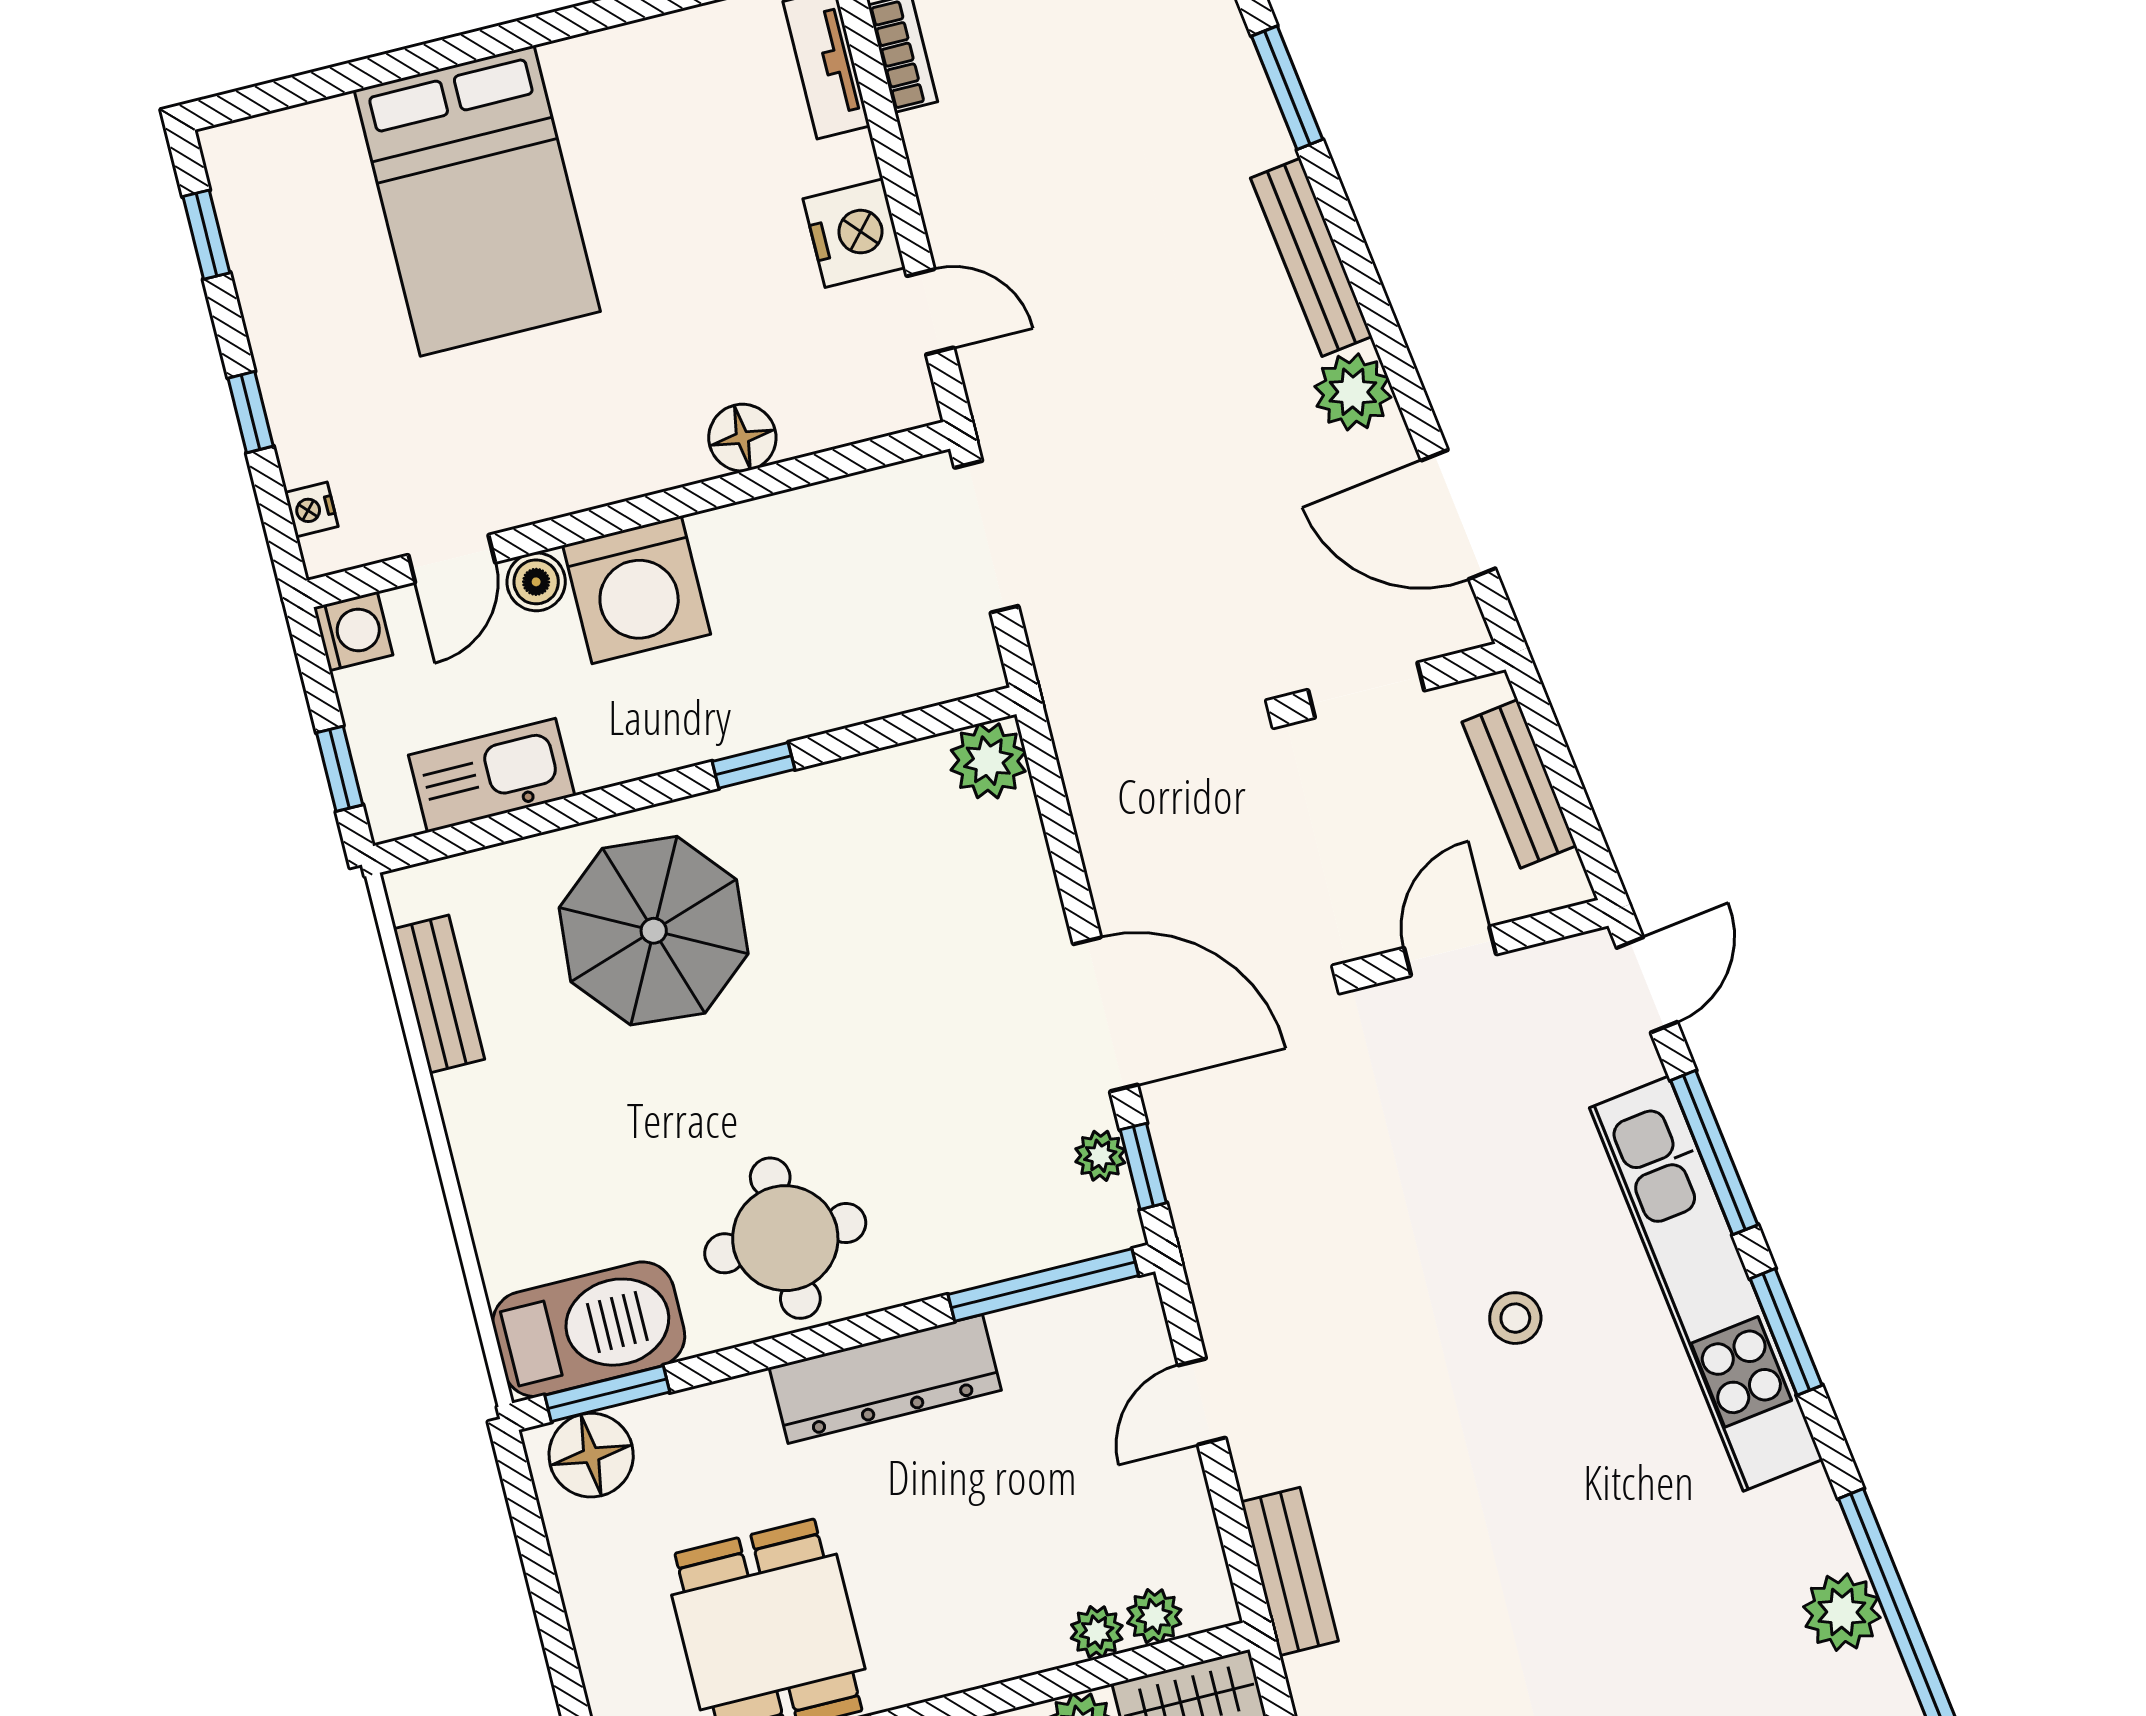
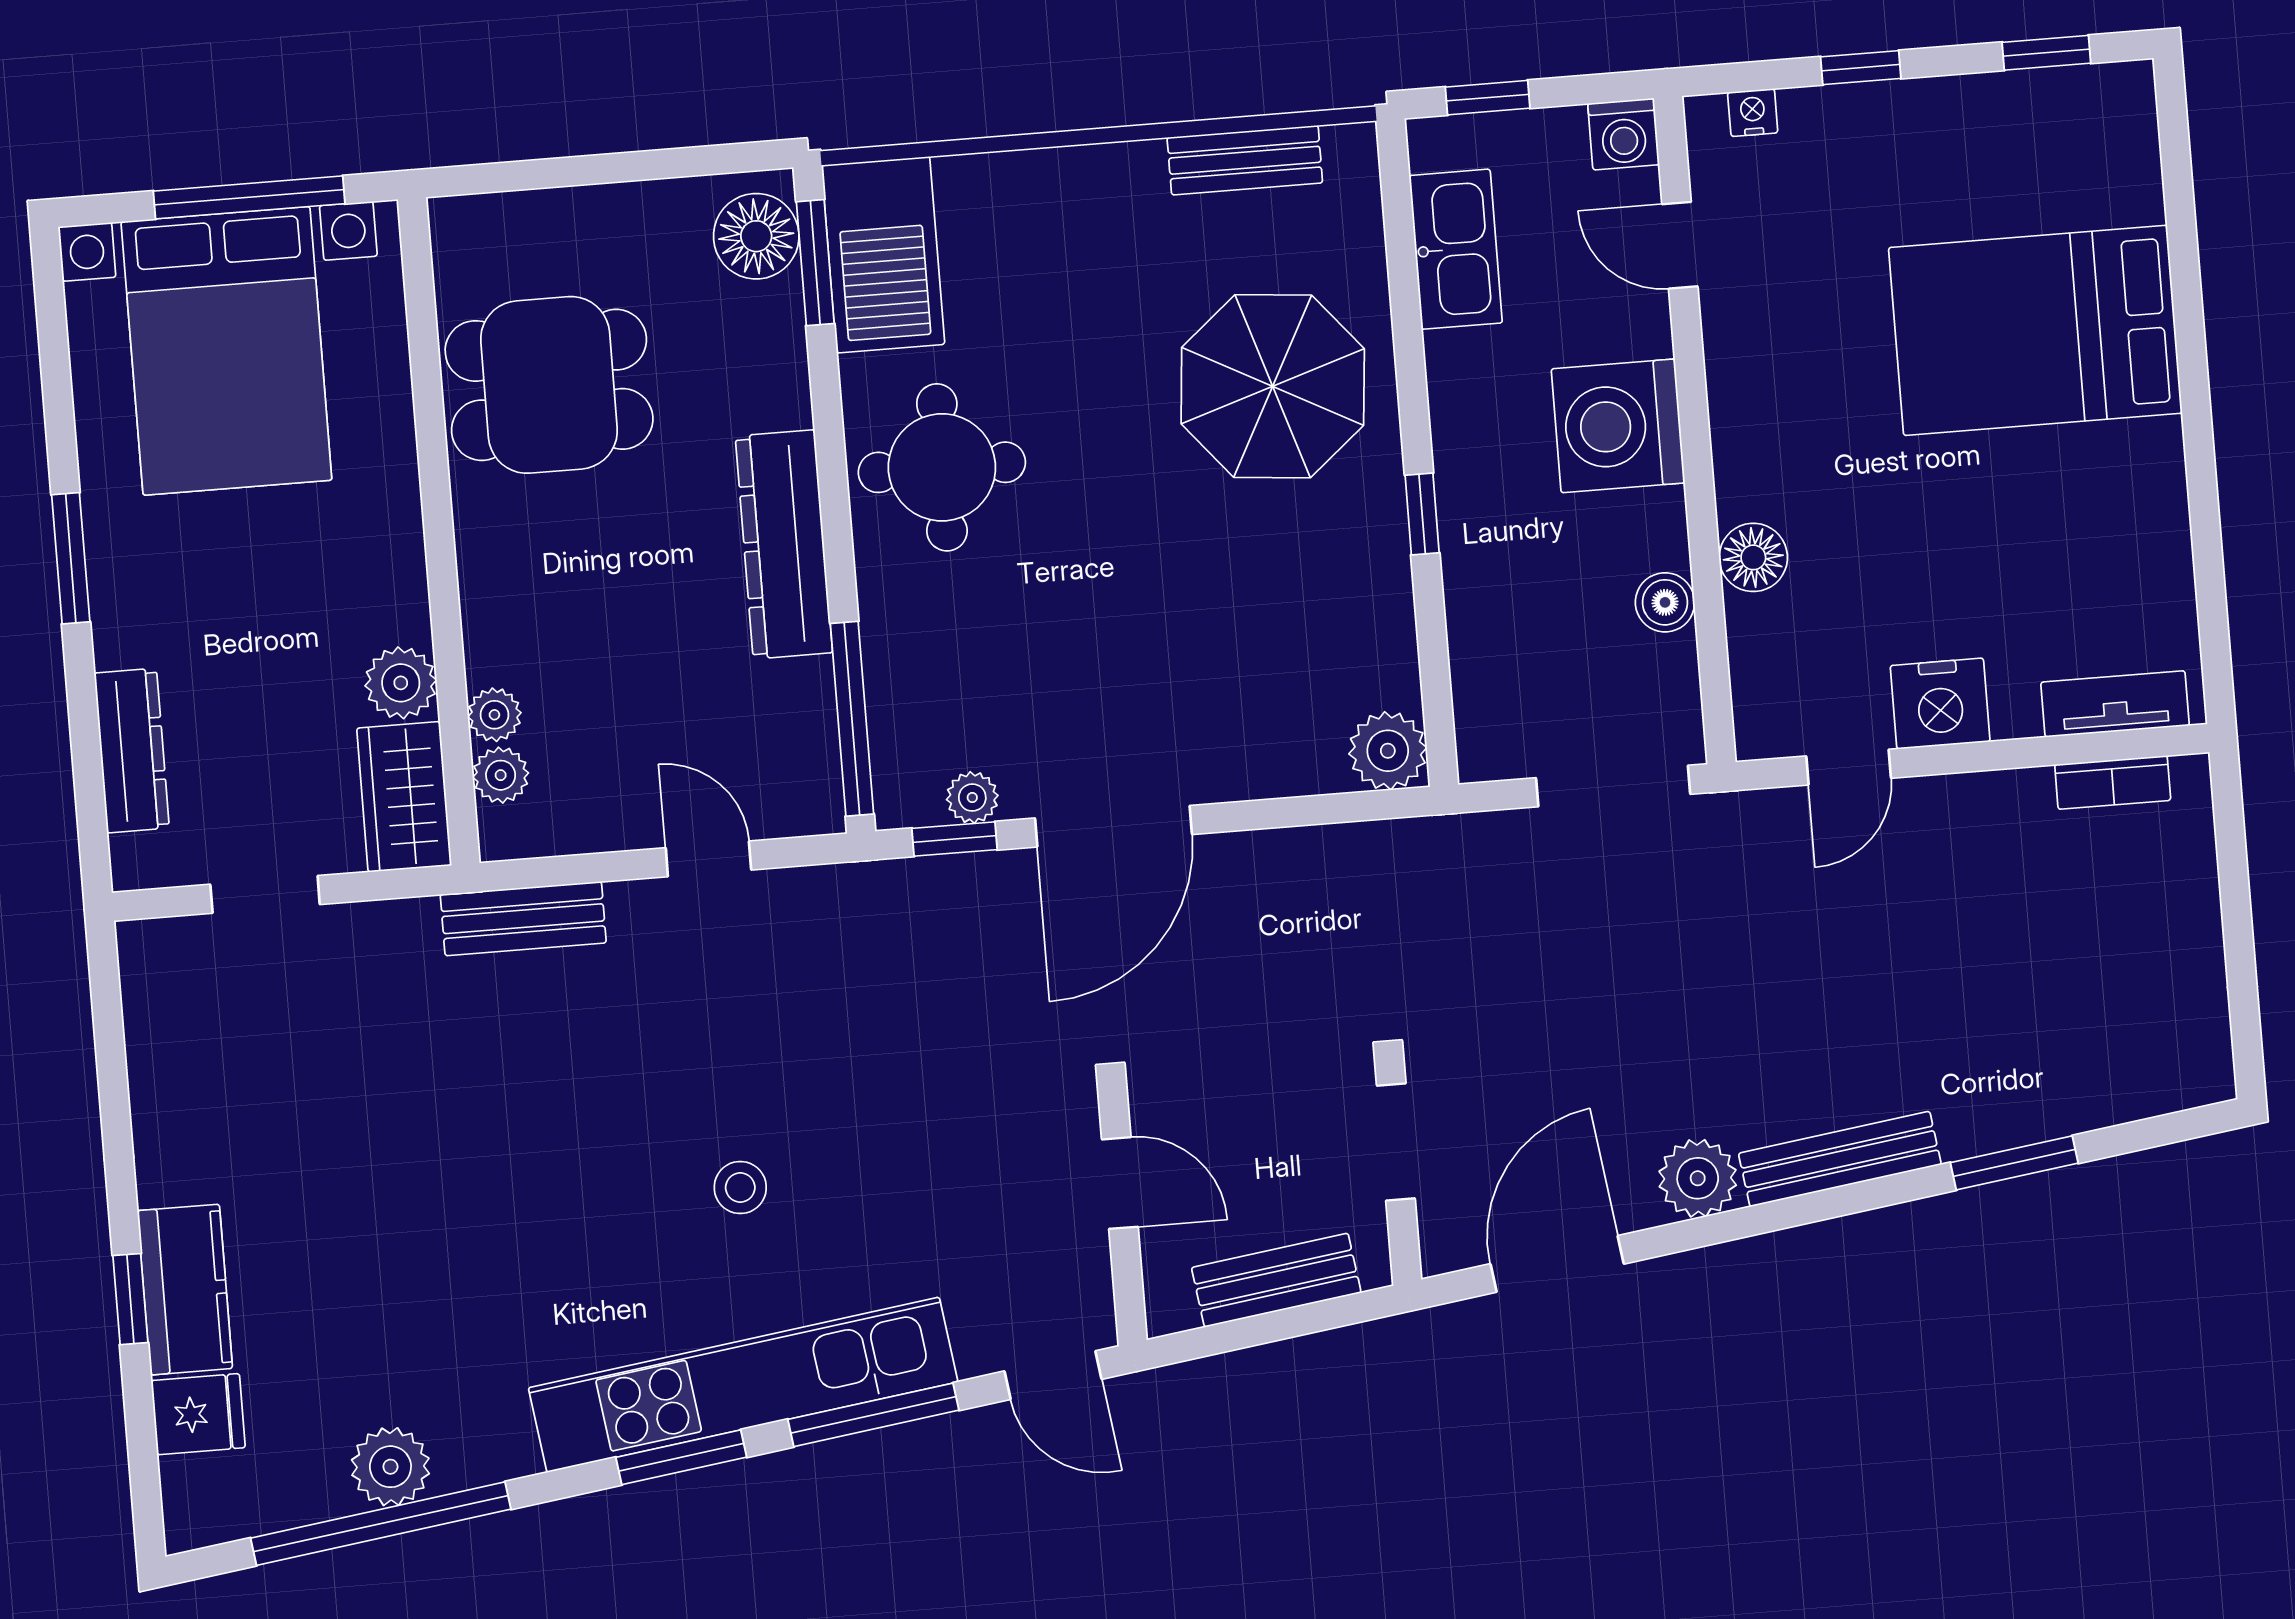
boiler: (536, 582) -> (1665, 602), moved

